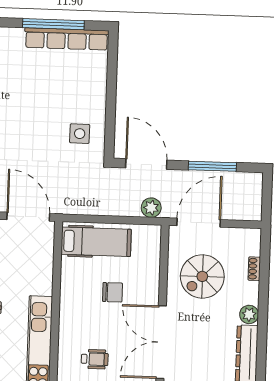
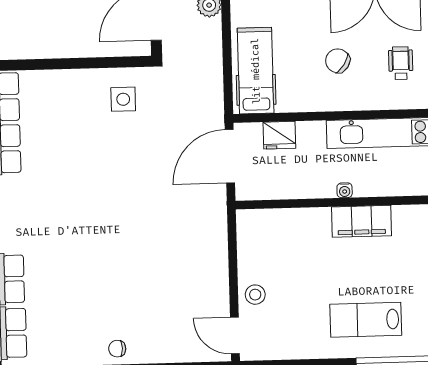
fridge: (43, 258) -> (279, 135), added
chair: (113, 292) -> (338, 61), moved, turned -57

